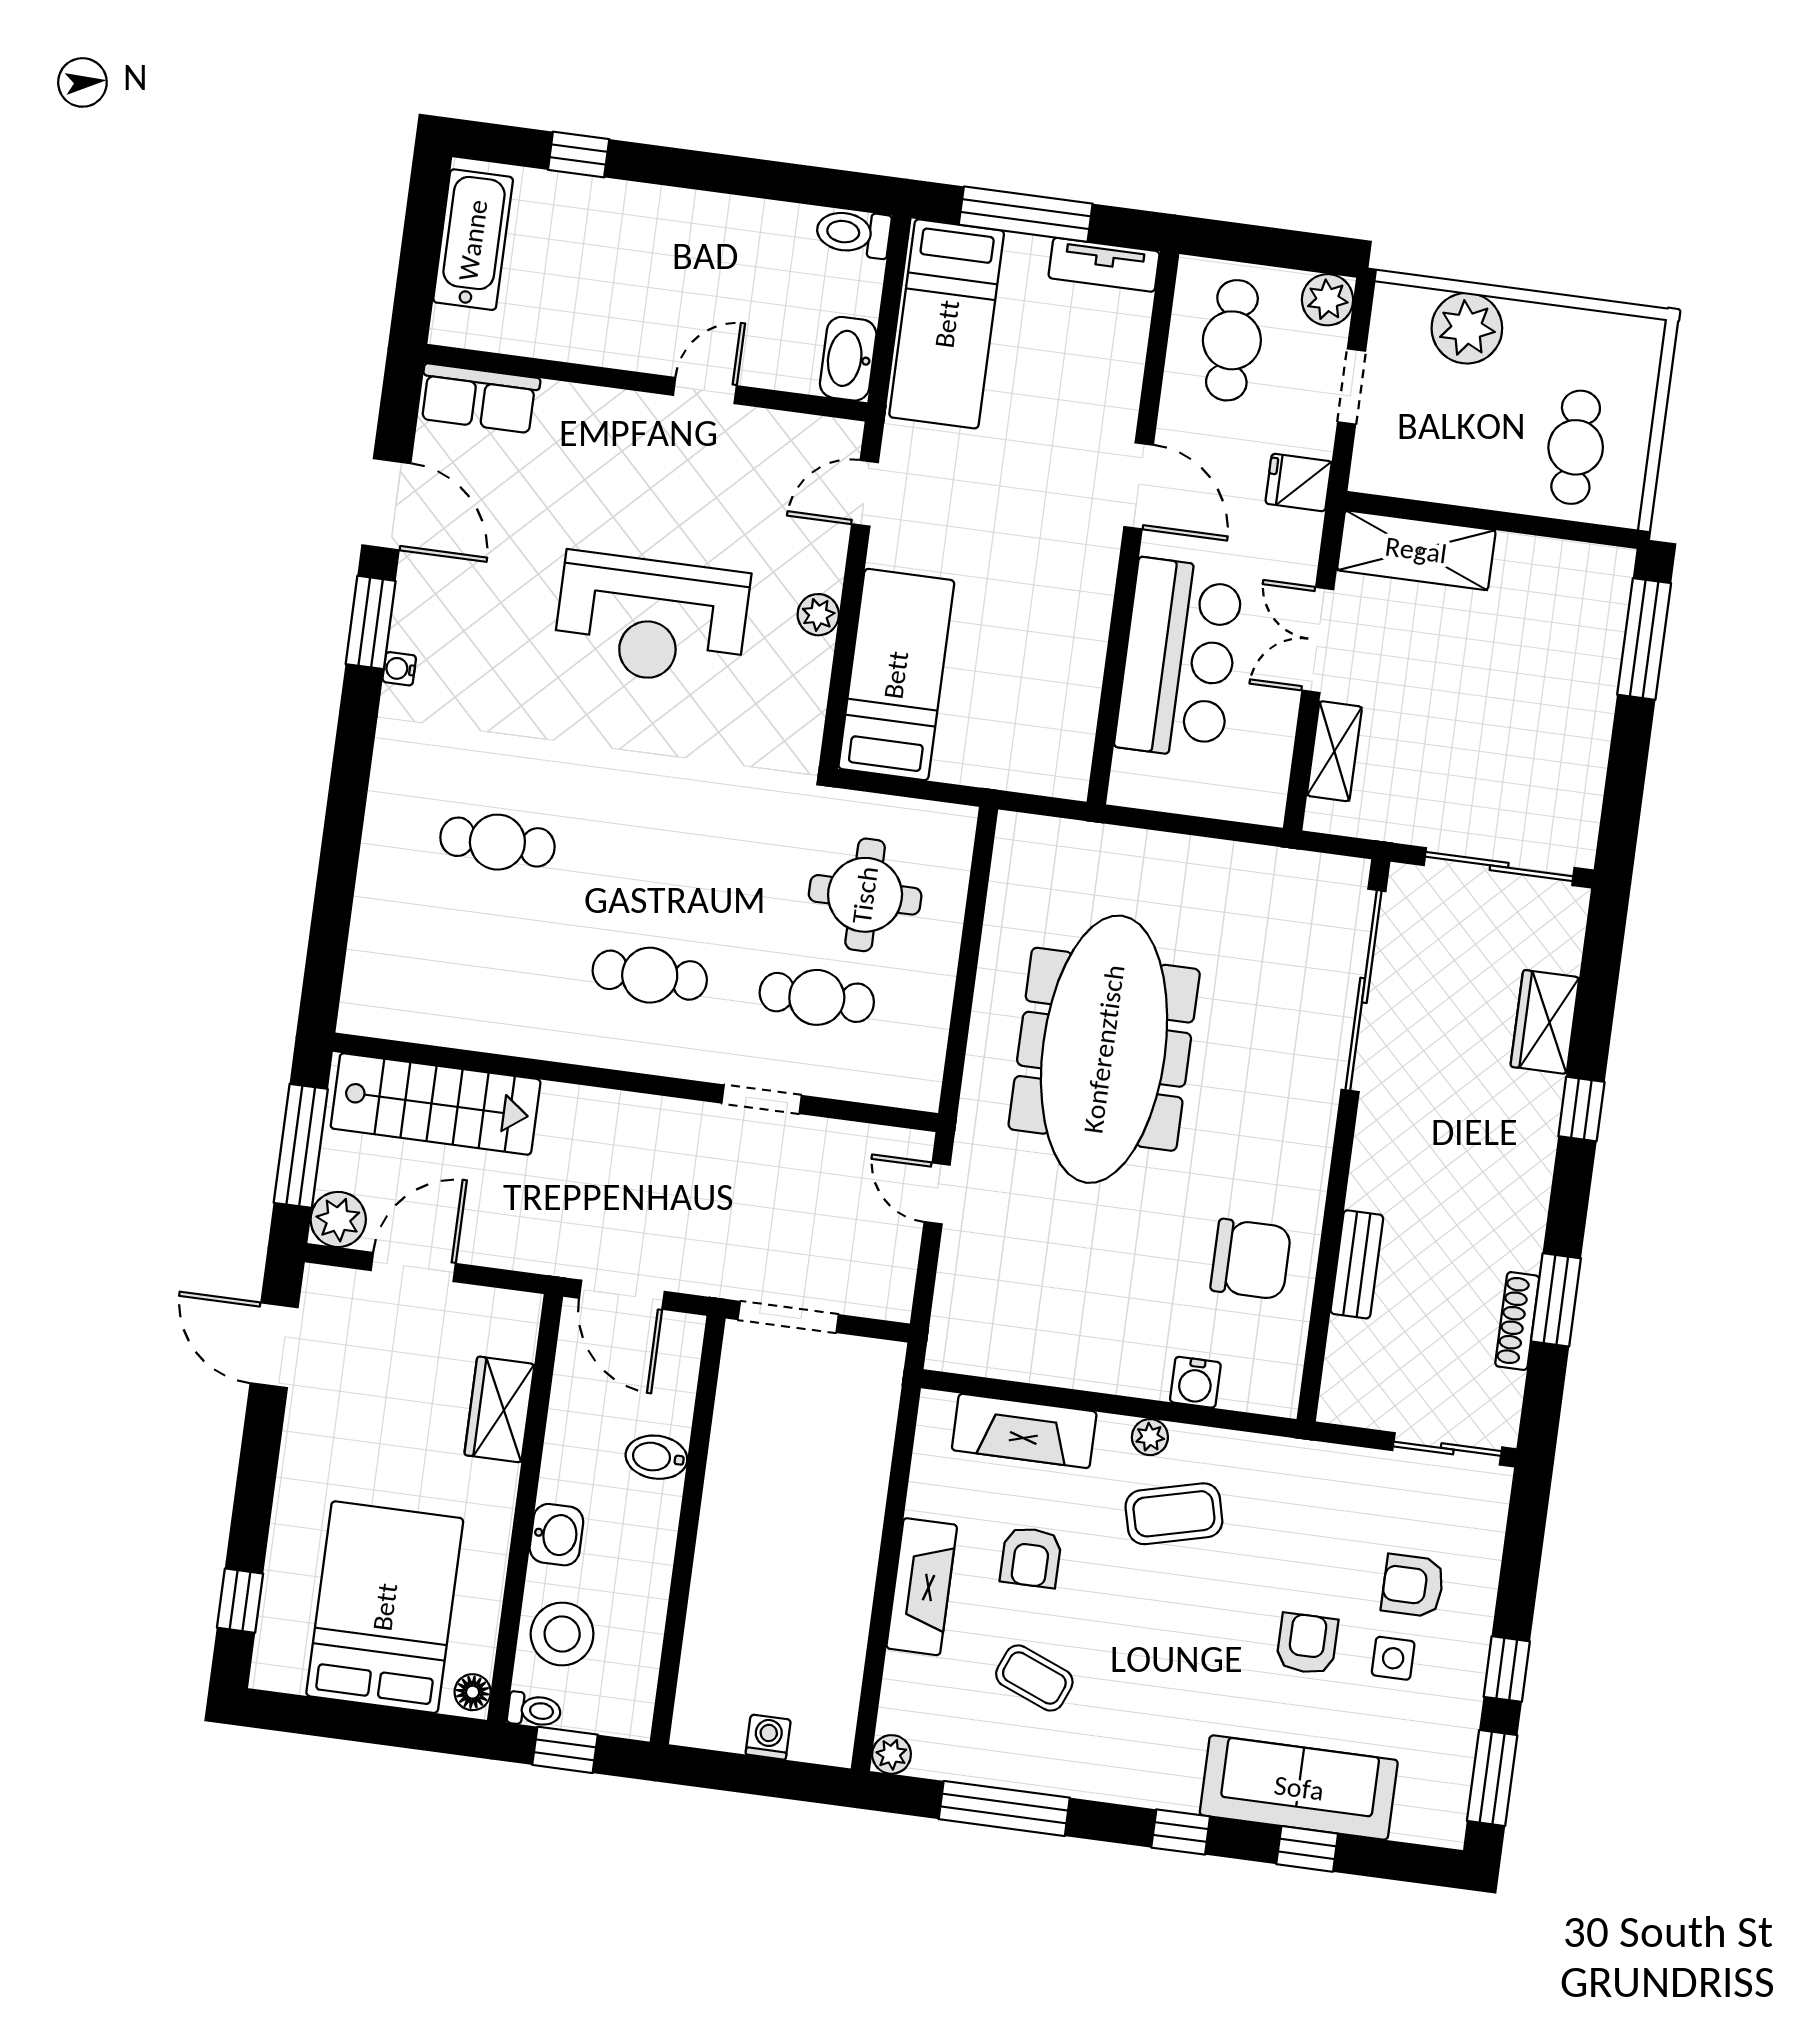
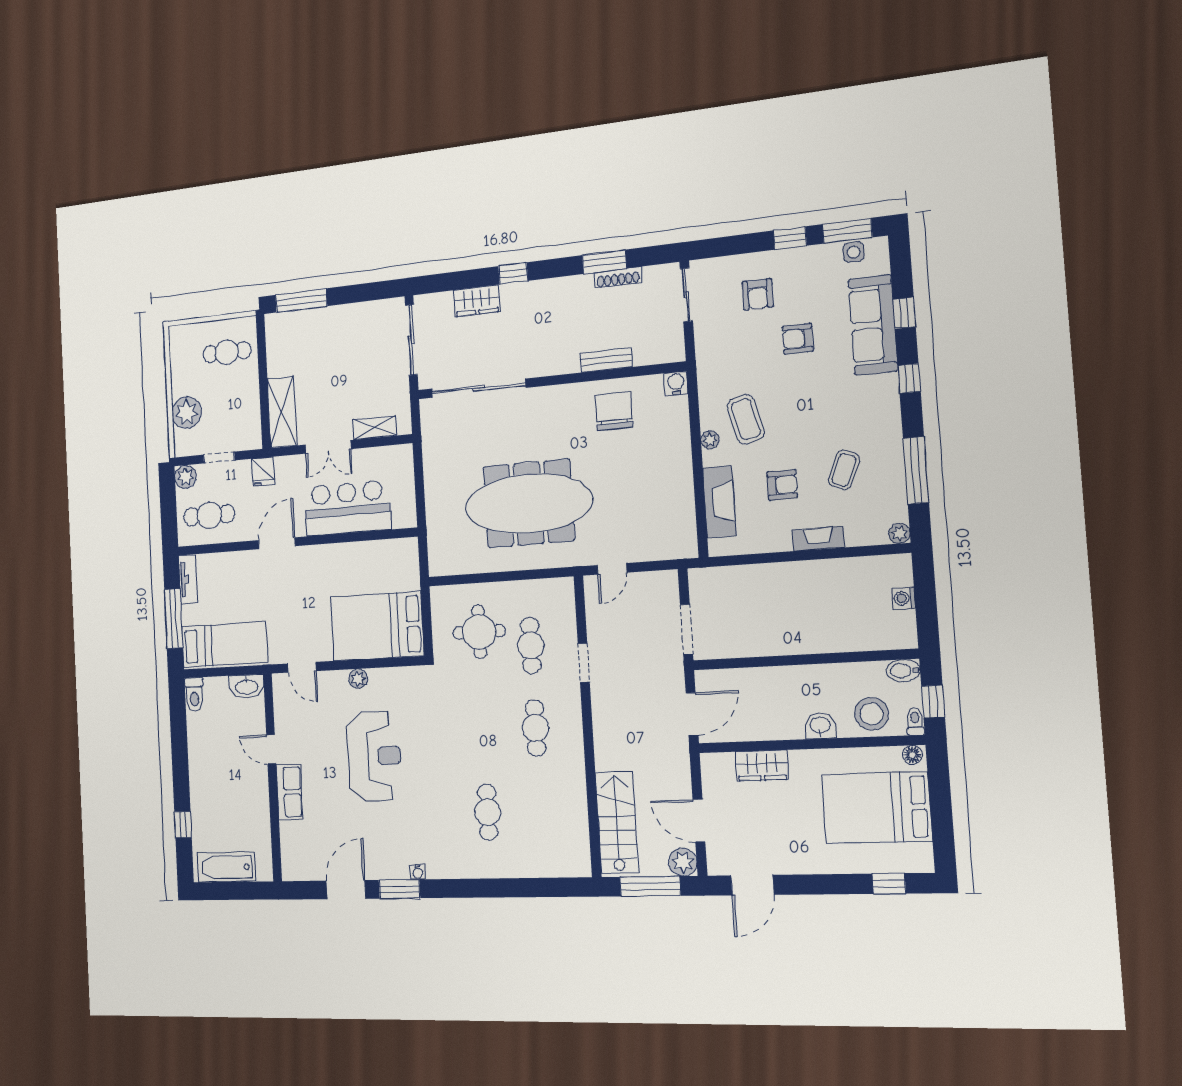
row of seats: (479, 398) -> (290, 792), moved
bed: (896, 675) -> (377, 626), width x1.50
water cooler: (1195, 1382) -> (676, 383), moved, turned -90
bidet: (656, 1457) -> (903, 671), moved, turned 90
fireplace: (922, 1587) -> (818, 539), width x0.73, depth x0.76
side table: (1393, 1658) -> (853, 252), moved

